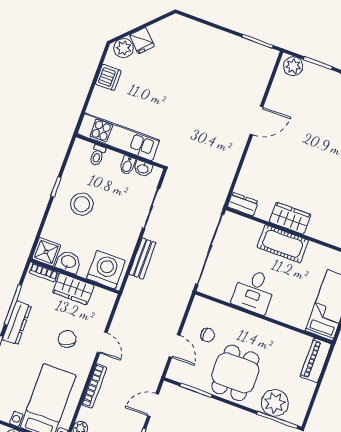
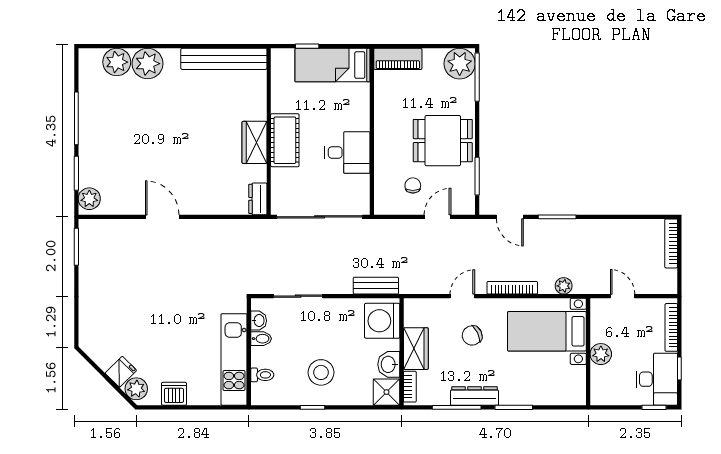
bench: (143, 259) -> (376, 286), moved
plant: (275, 403) -> (460, 64), moved

